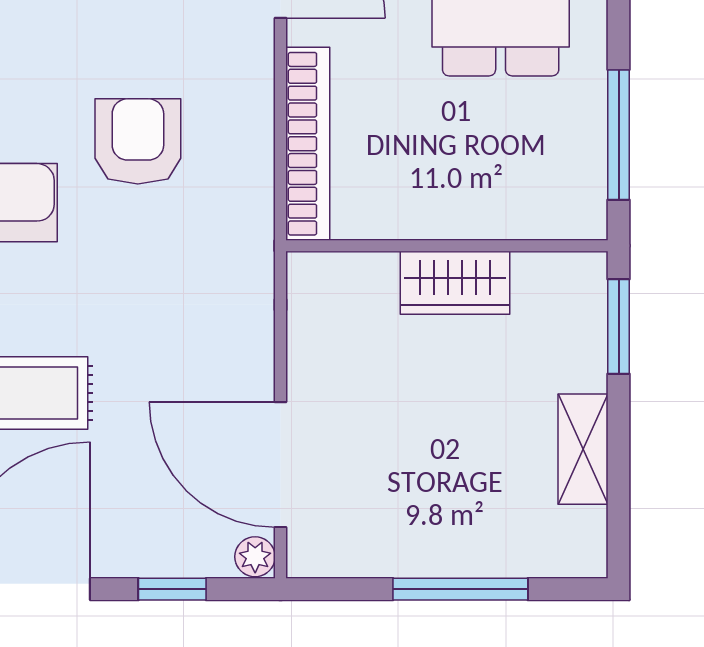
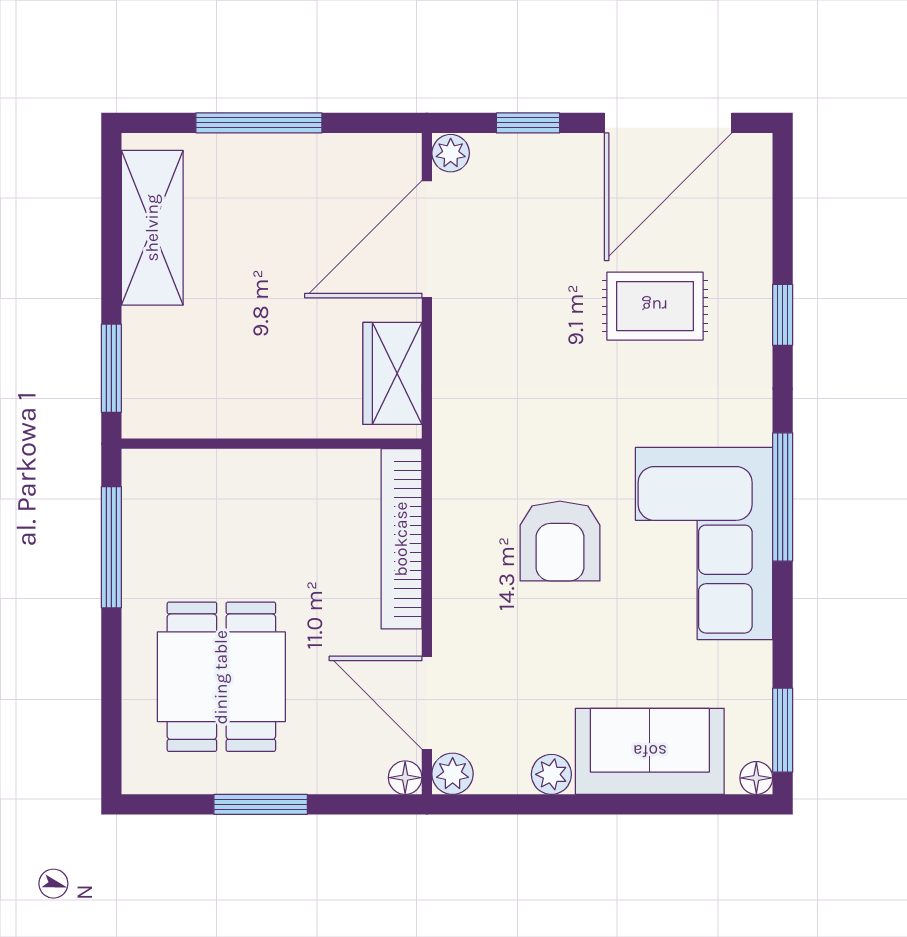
wardrobe: (455, 283) -> (392, 373), moved, turned -90
shelving: (583, 449) -> (152, 228), width x1.50, depth x1.33
door: (280, 465) -> (427, 239), swing flipped

